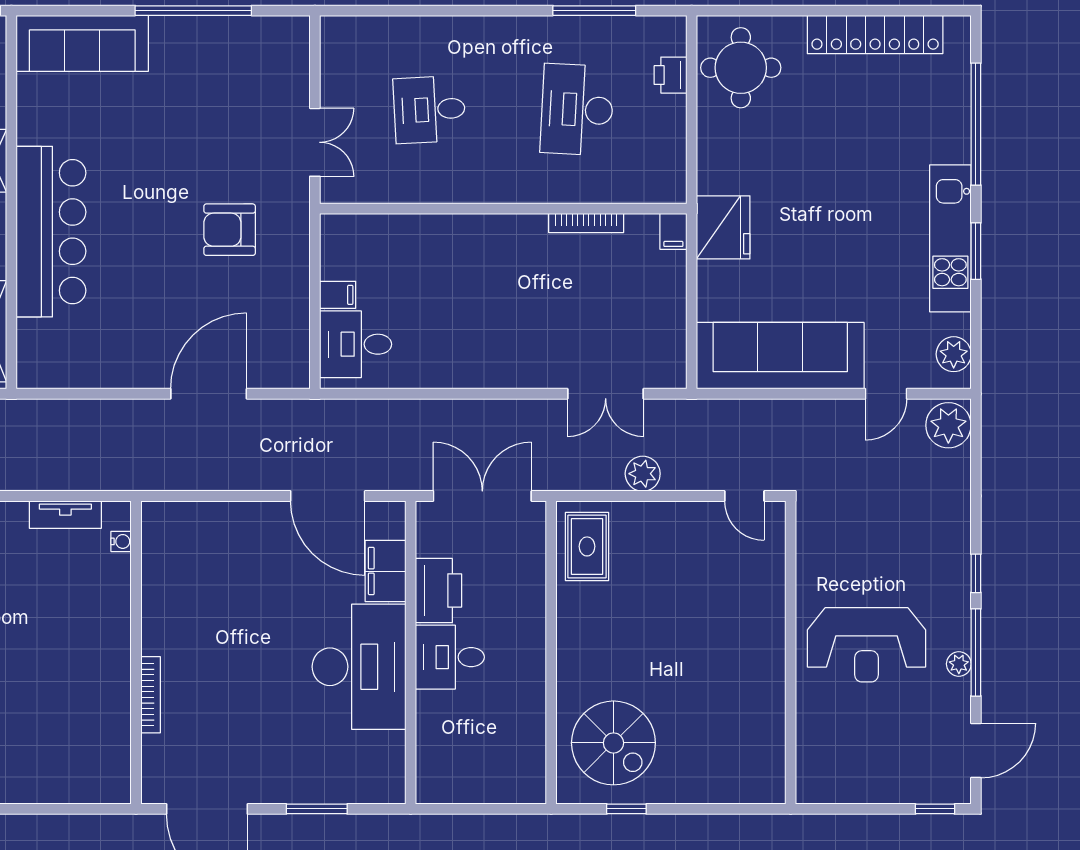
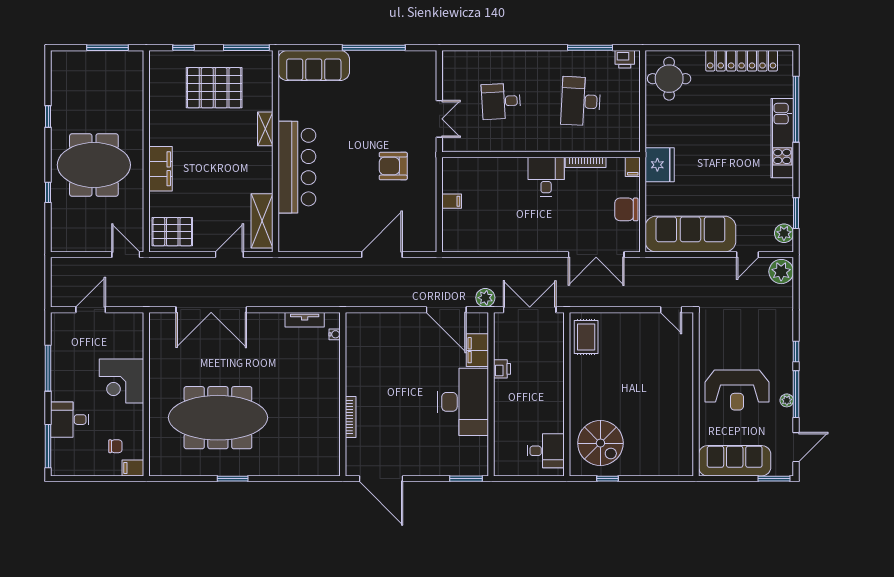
printer: (671, 75) -> (625, 59), moved, turned -90
kitchen unit: (950, 238) -> (782, 138), moved
window: (976, 251) -> (796, 213), moved
chair: (662, 310) -> (626, 209), added
desk: (356, 344) -> (546, 177), moved, turned 90
double door: (606, 394) -> (596, 255), width x1.37
plant: (643, 474) -> (485, 298), moved
printer: (439, 591) -> (502, 369), width x0.53, depth x0.68
desk: (450, 657) -> (546, 451), moved, turned 180
sofa: (862, 776) -> (735, 461), added
window: (317, 809) -> (466, 479), moved
window: (935, 809) -> (774, 479), width x1.50

